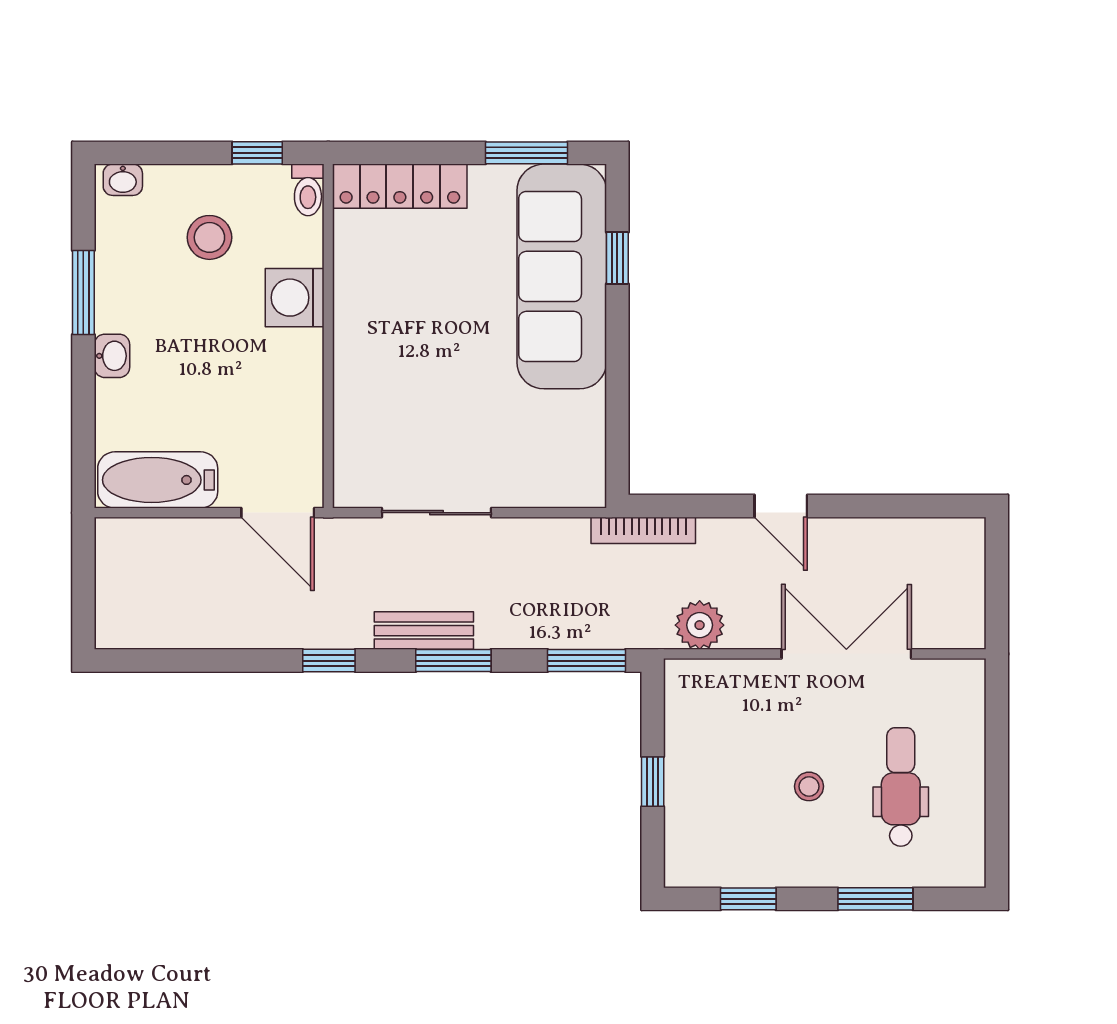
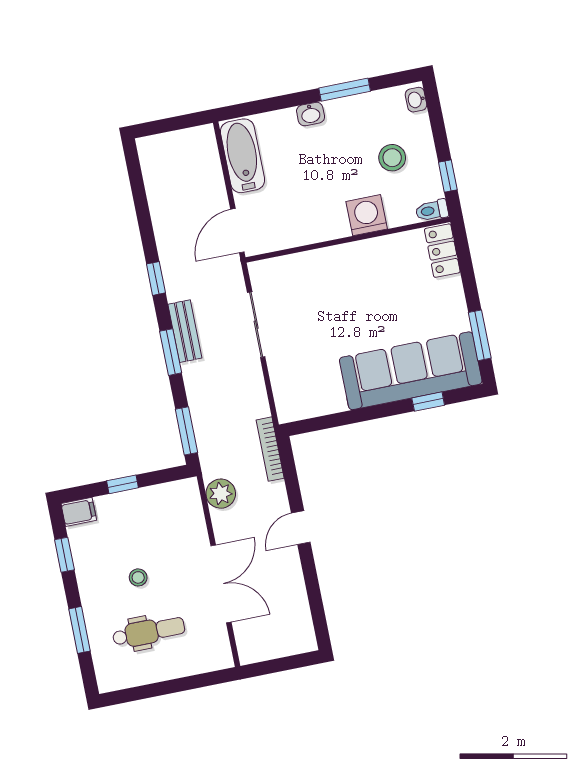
locker: (400, 186) -> (442, 251), width x0.66
filing cabinet: (683, 862) -> (79, 512), added

